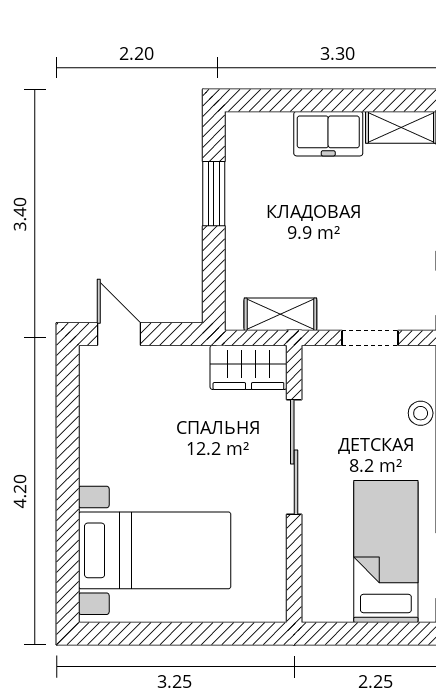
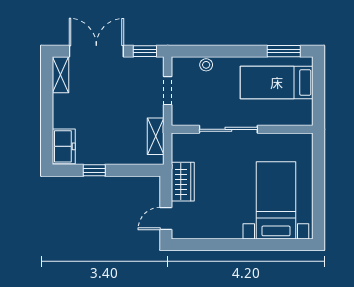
freezer: (328, 134) -> (64, 146), moved
window: (214, 194) -> (94, 170), width x0.67
wardrobe: (248, 367) -> (183, 182), moved

